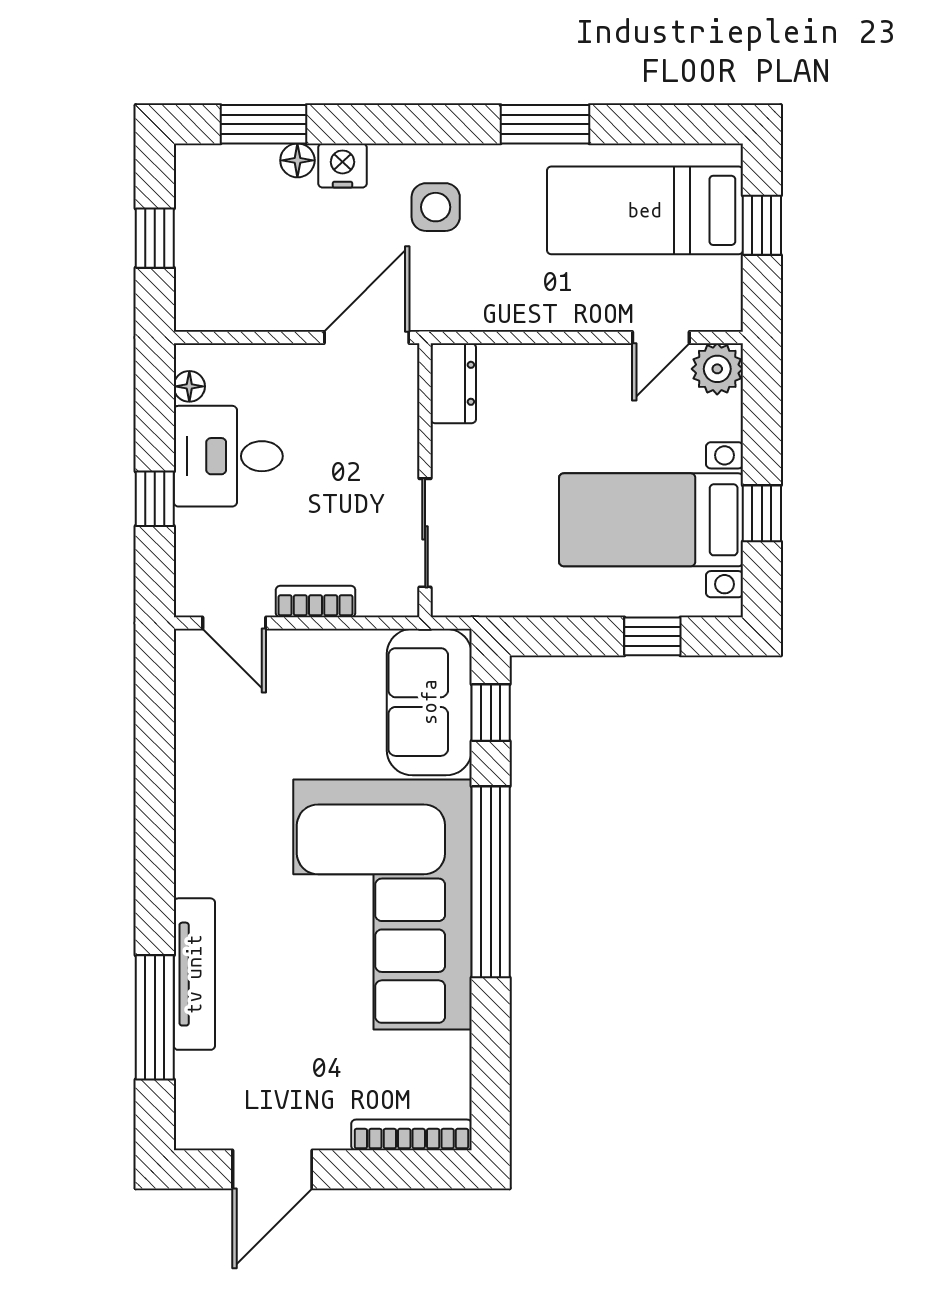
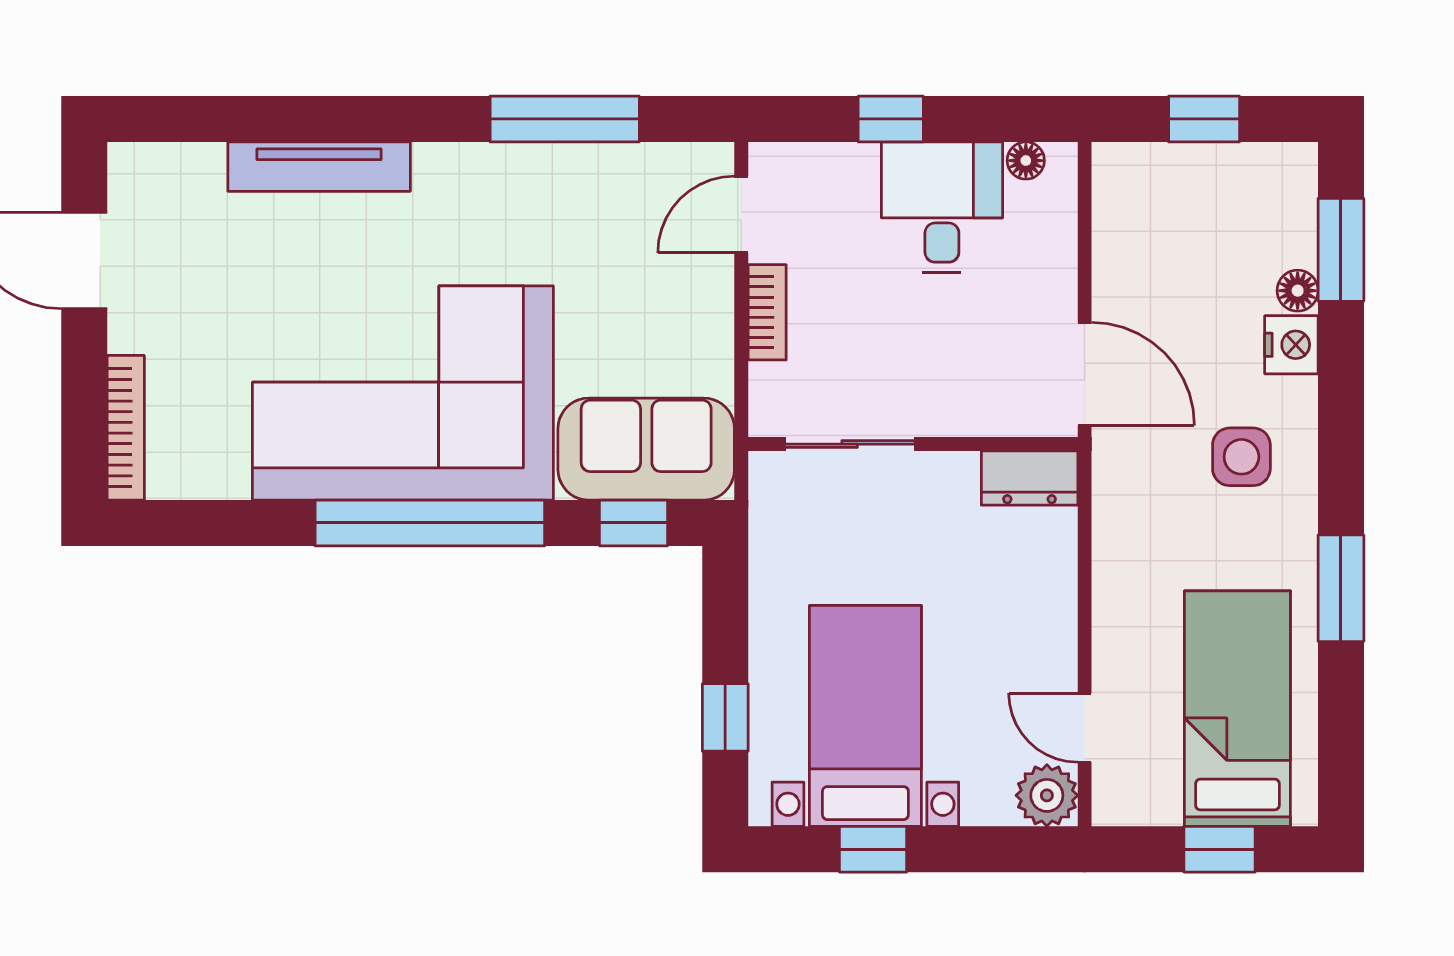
window: (155, 1017) -> (565, 119), moved

